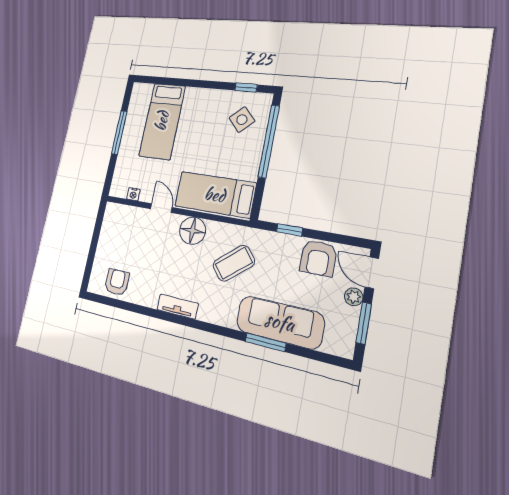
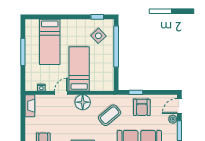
bed: (215, 195) -> (79, 69), moved, turned 90
door: (161, 208) -> (61, 93), hinge flipped
fireplace: (110, 221) -> (30, 106), added
armchair: (318, 258) -> (142, 107), moved
door: (372, 273) -> (179, 106), hinge flipped

